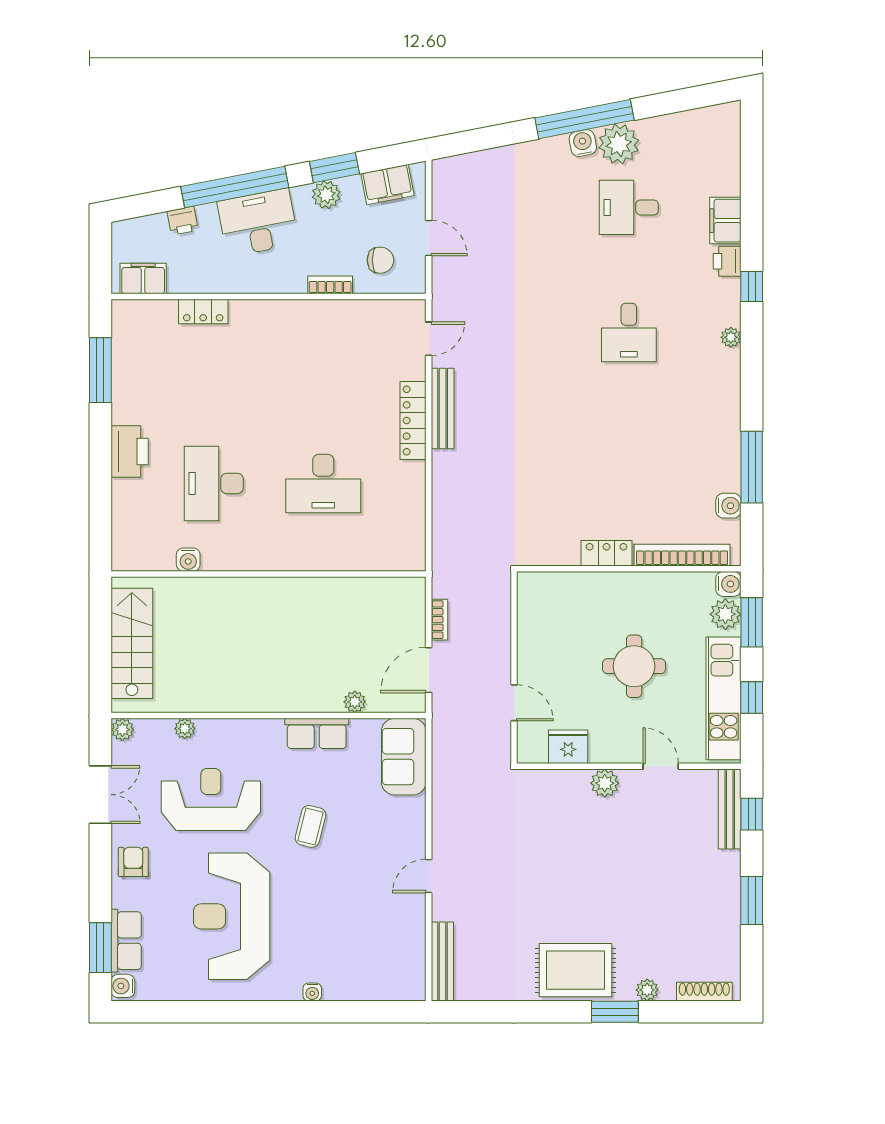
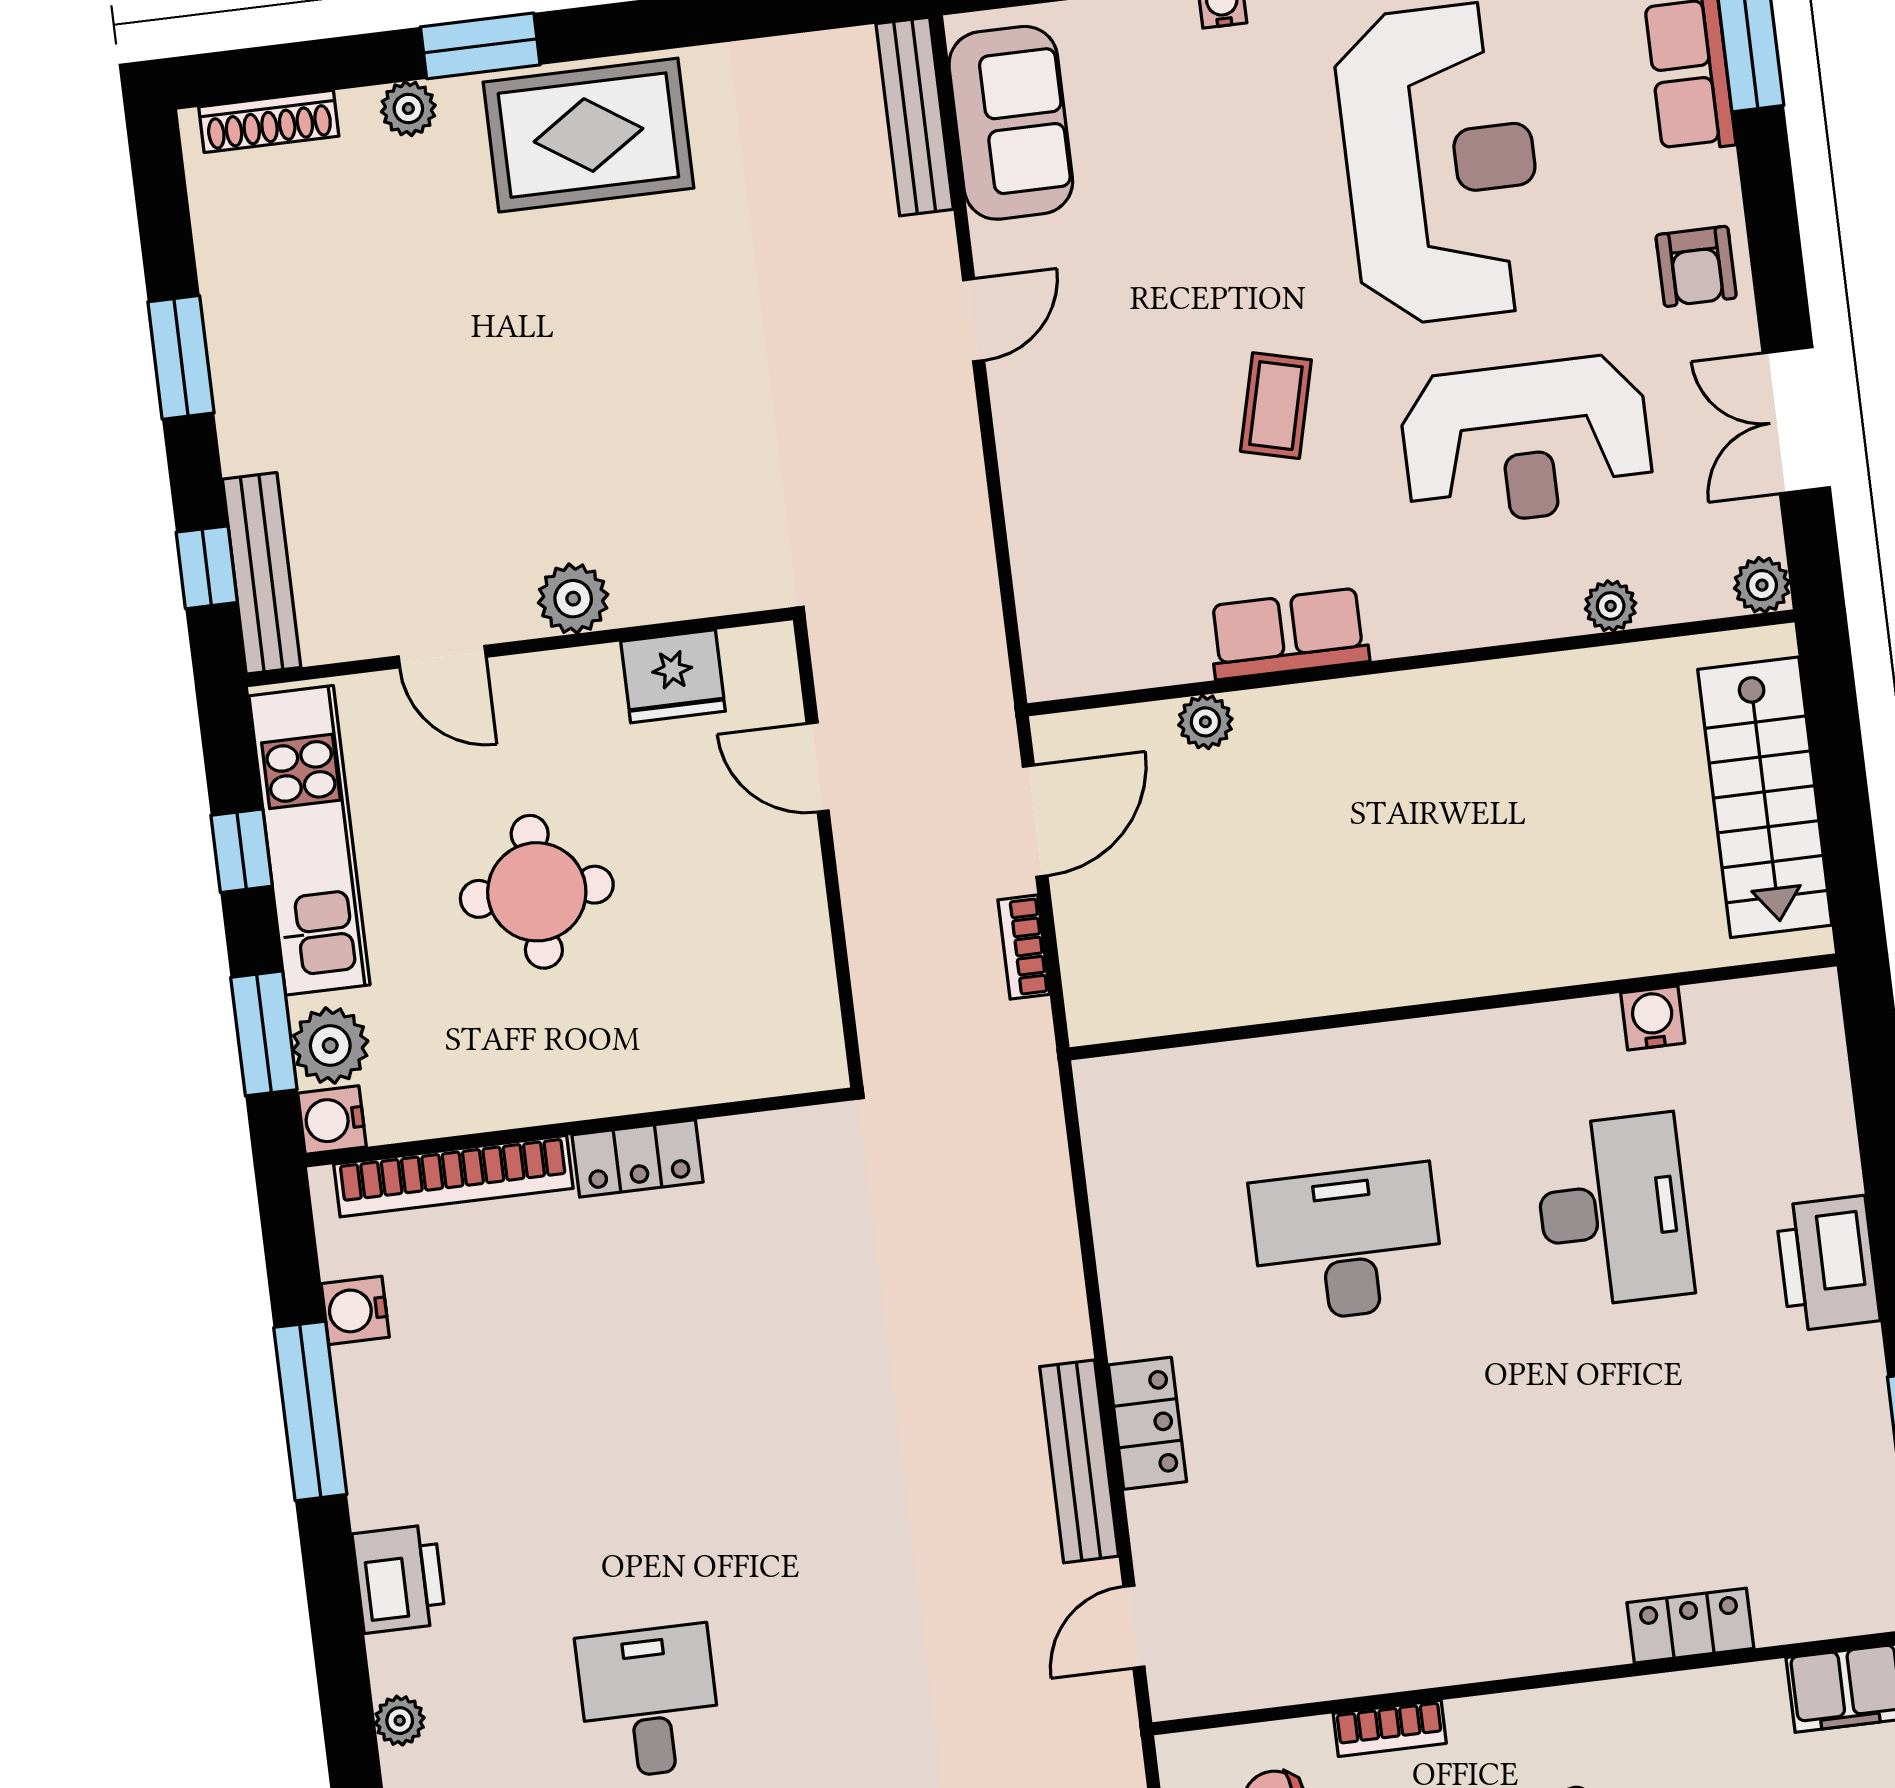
printer: (724, 395) -> (399, 1579), added
locker: (413, 421) -> (1148, 1423), width x0.66
sofa: (404, 757) -> (1011, 123), moved

